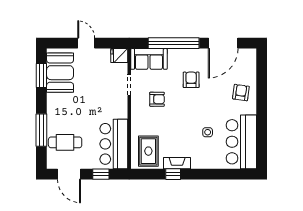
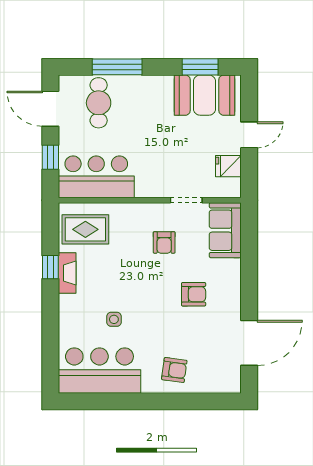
window: (174, 43) -> (249, 268), removed
door: (223, 43) -> (249, 343), swing flipped
fridge: (119, 56) -> (228, 166), moved, turned -90
door: (69, 174) -> (50, 109), hinge flipped

